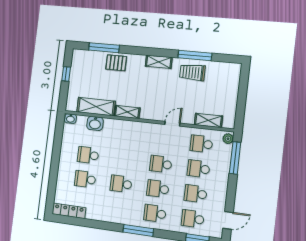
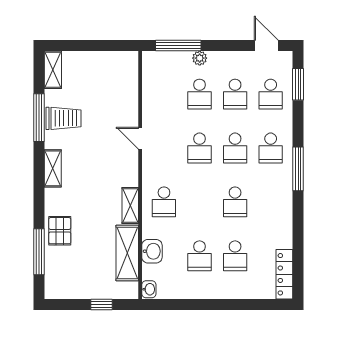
trolley: (192, 72) -> (64, 118), turned -90
window: (66, 74) -> (102, 304), moved
shelving: (208, 120) -> (53, 70), moved
plant: (228, 139) -> (200, 58), moved
school desk: (201, 144) -> (164, 202), moved

